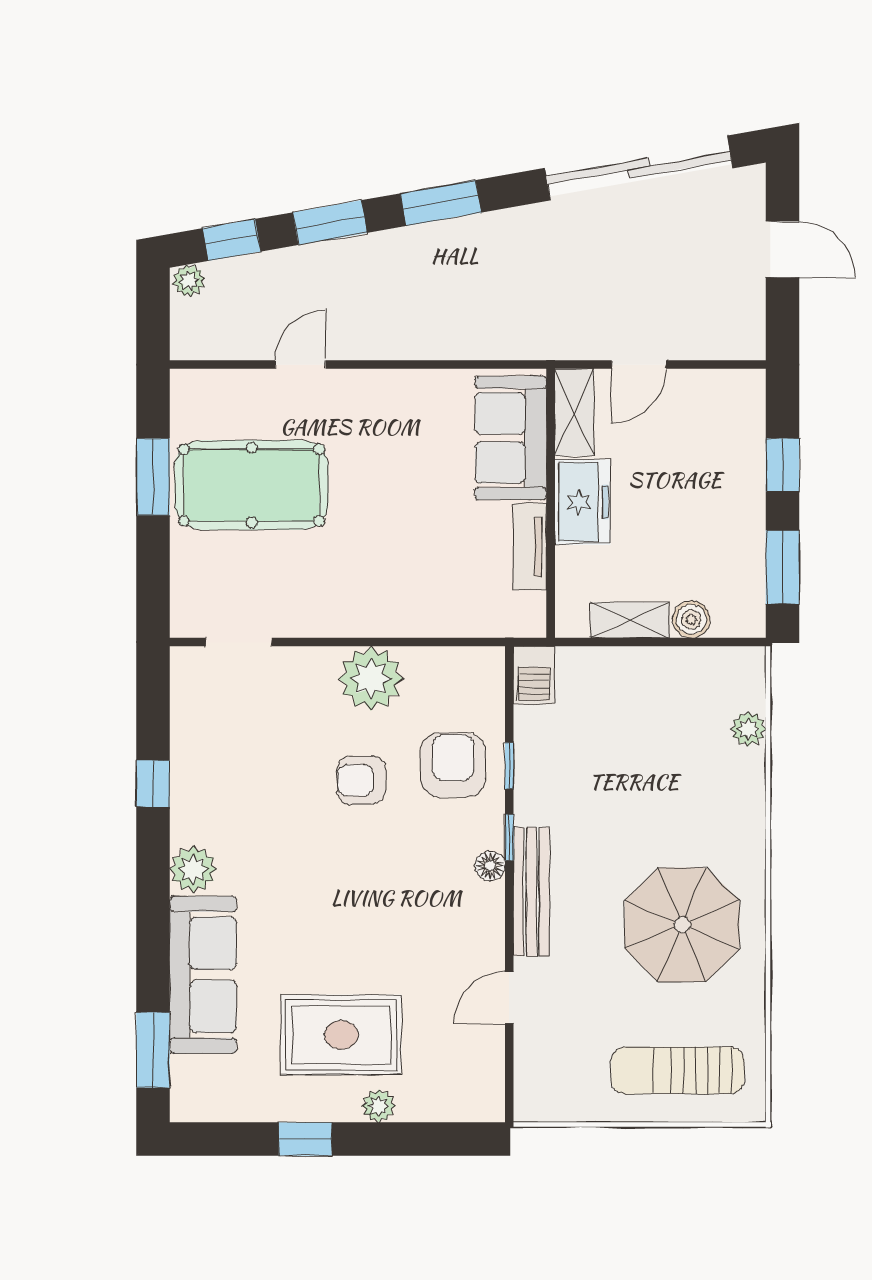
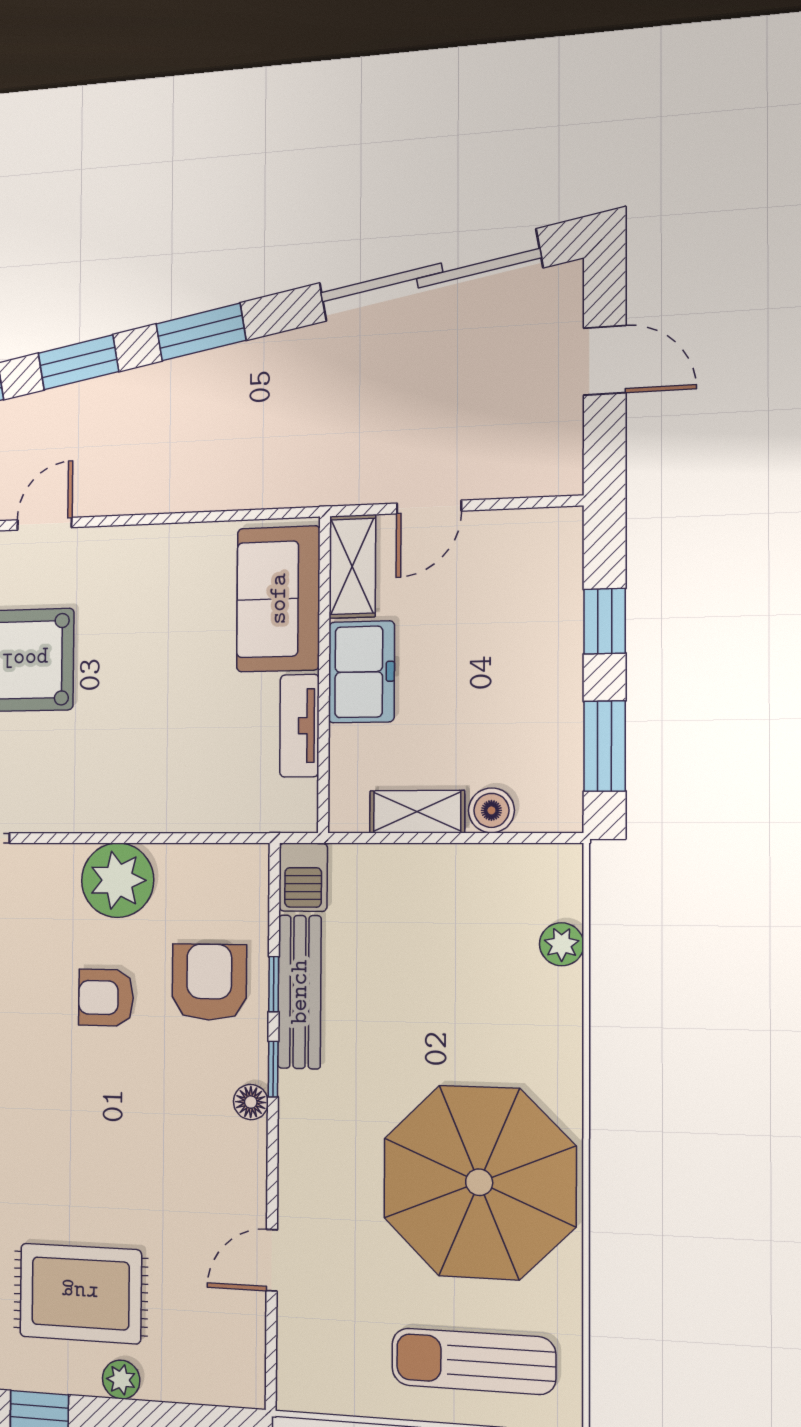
bench: (531, 892) -> (299, 992), moved
parasol: (682, 925) -> (479, 1182), width x1.36, depth x1.36

